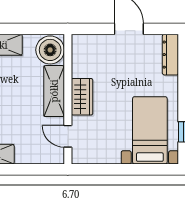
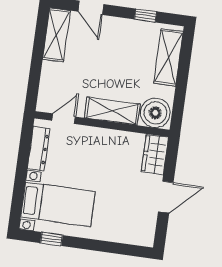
dresser: (170, 55) -> (39, 149), moved, turned 90
wardrobe: (82, 97) -> (155, 154), moved, turned 90

